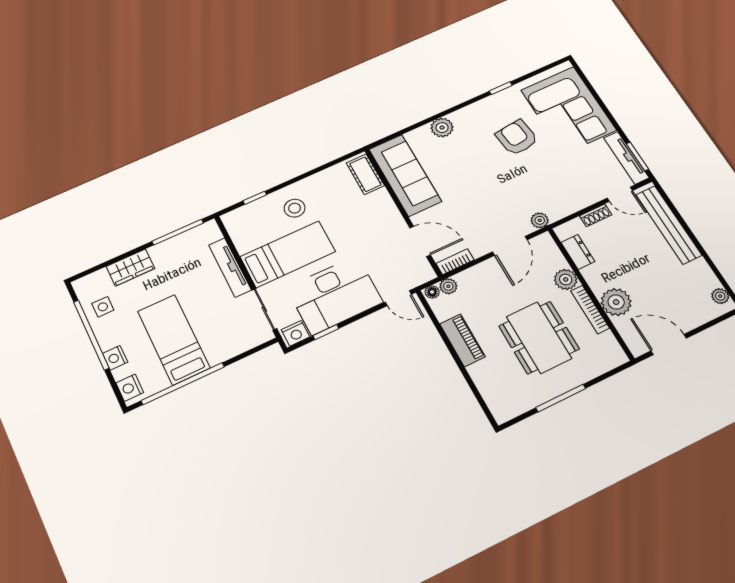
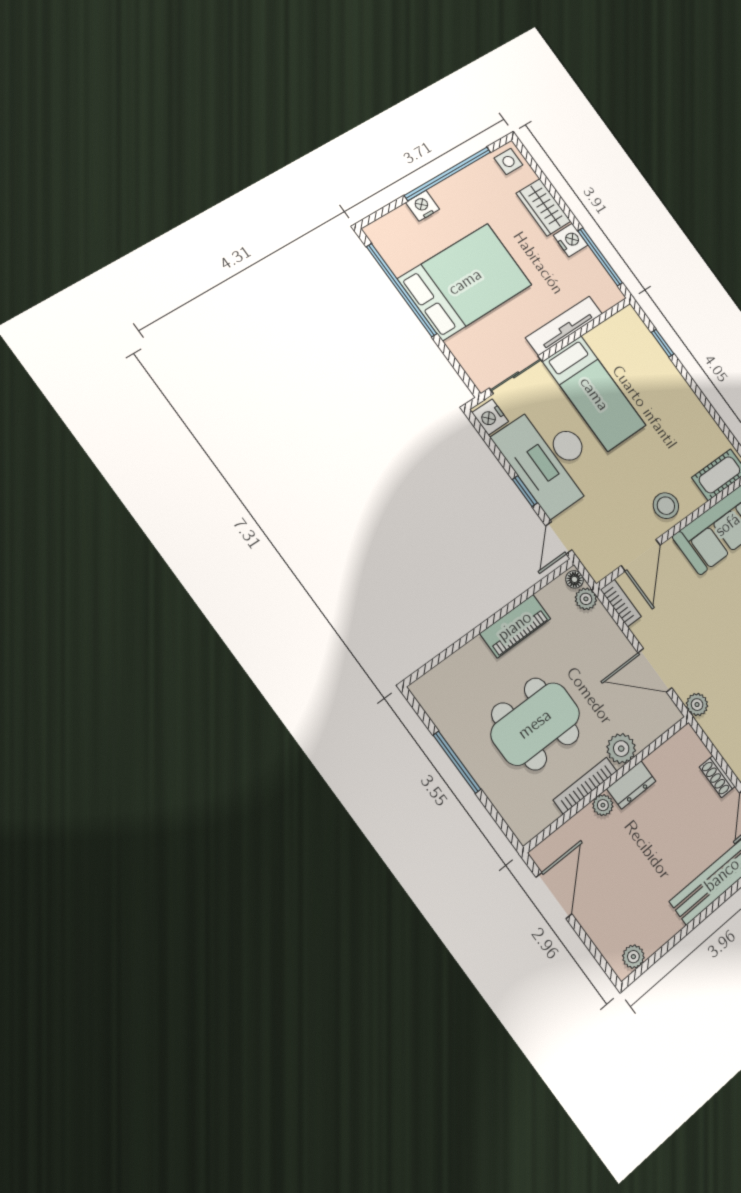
stool: (295, 208) -> (666, 506), moved
dresser: (578, 252) -> (631, 785), moved
plant: (616, 302) -> (603, 805), width x0.53, depth x0.53
side table: (103, 307) -> (509, 161), moved
window: (326, 332) -> (525, 491), moved
bed: (174, 340) -> (465, 282), width x1.50
nightstand: (130, 388) -> (571, 240), moved, turned 90

